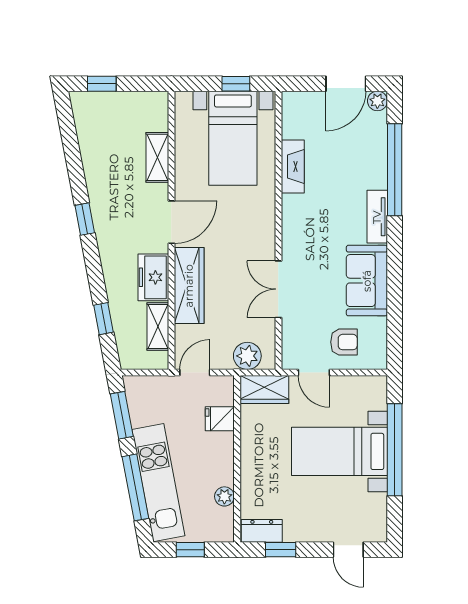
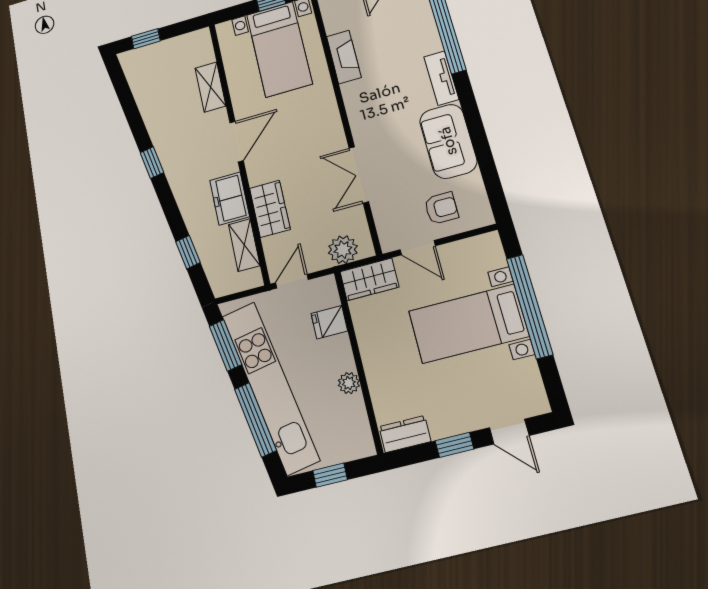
wardrobe: (189, 286) -> (270, 209), width x0.67
kitchen unit: (158, 483) -> (270, 387), width x1.36
plant: (224, 496) -> (349, 383), moved
window: (281, 550) -> (455, 445), moved

